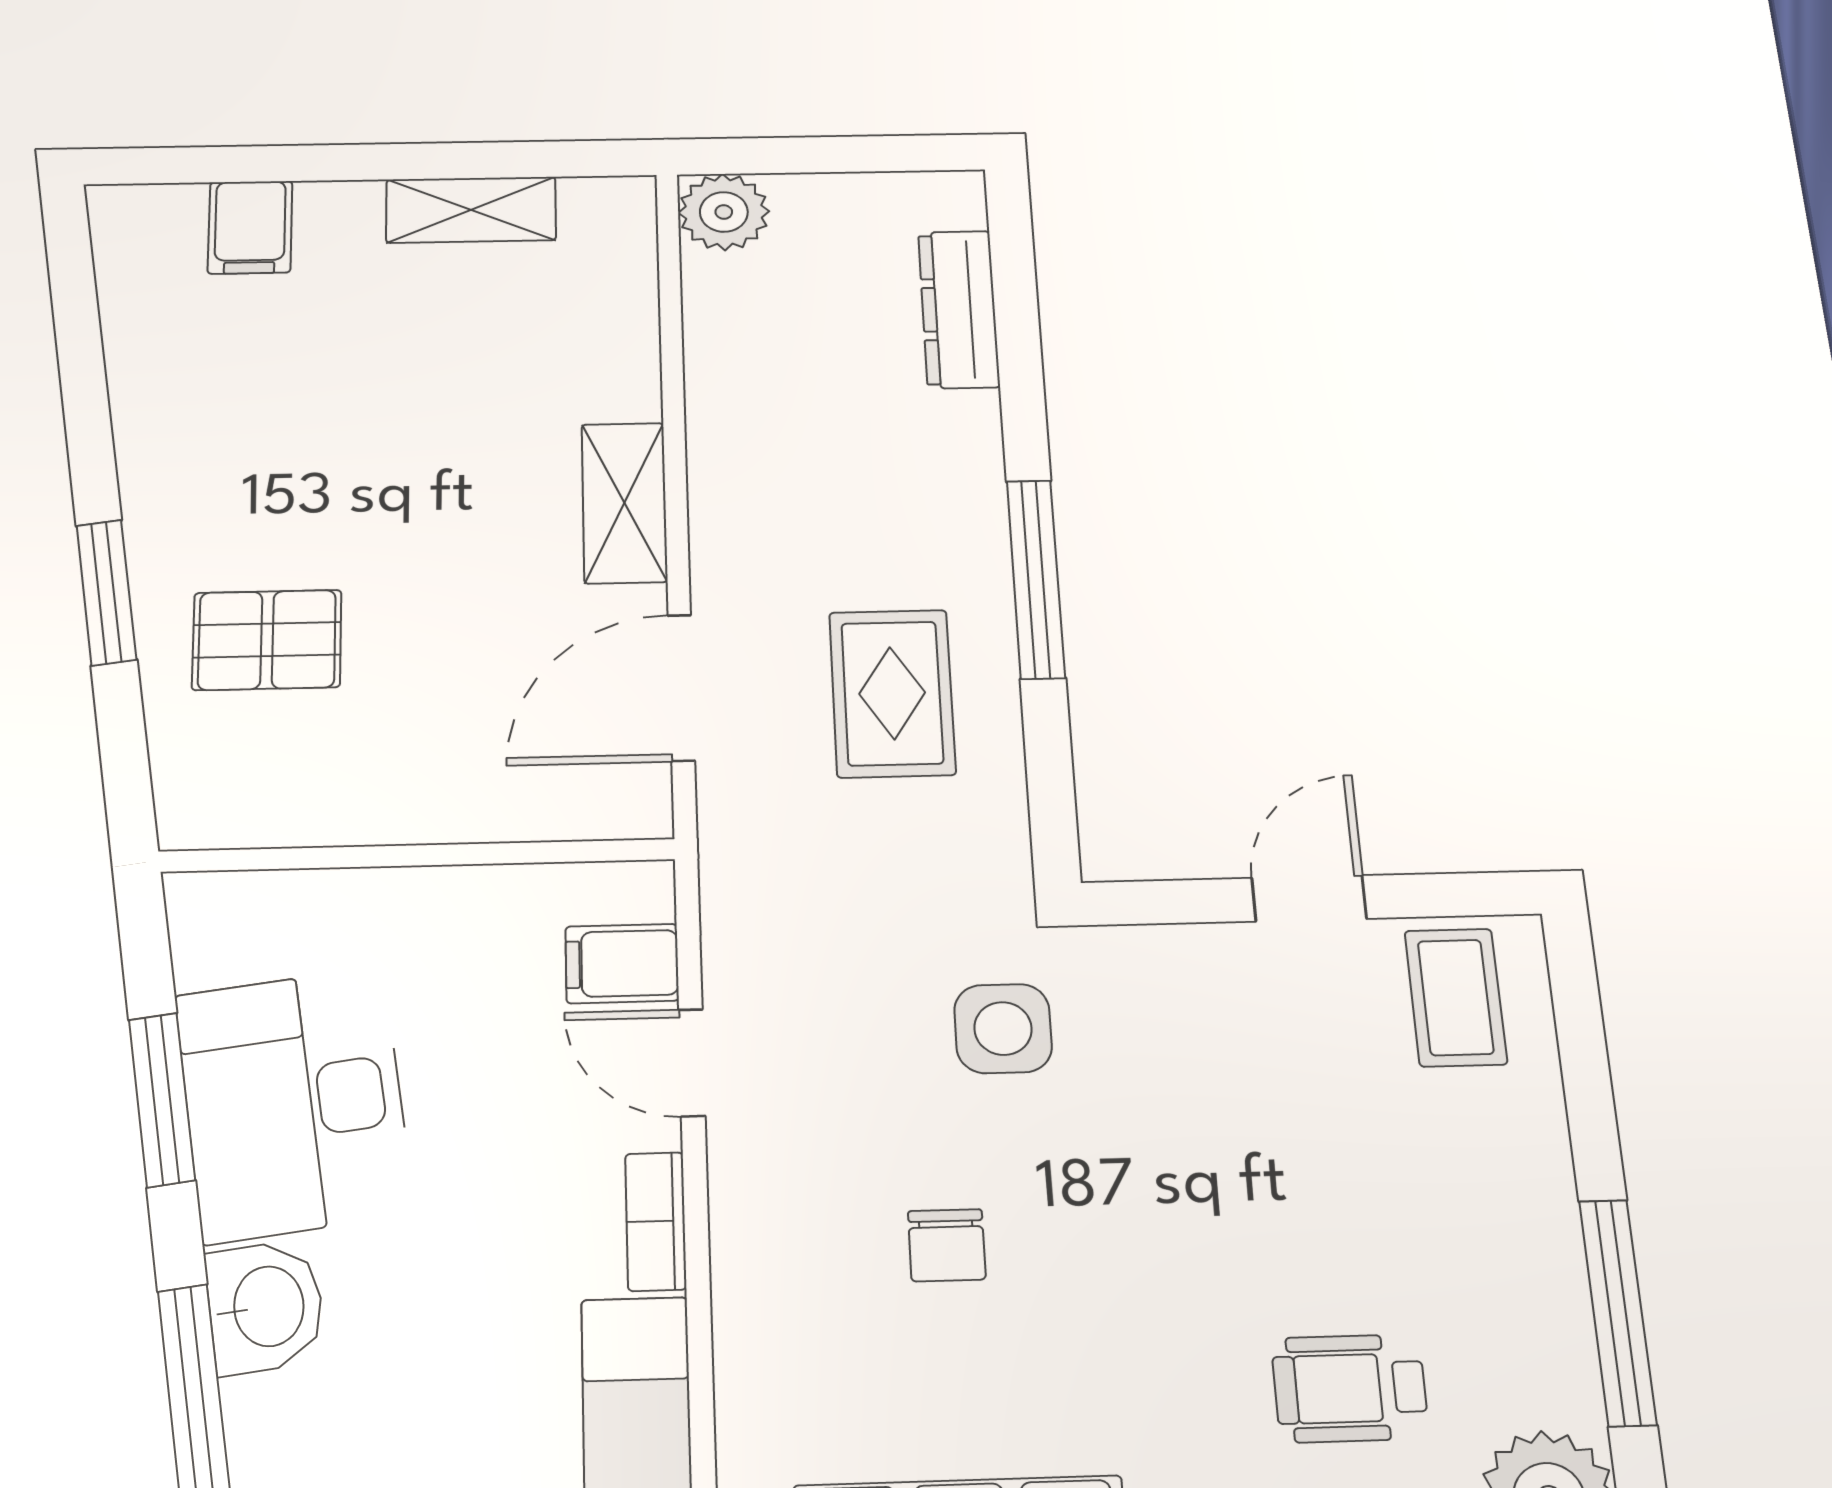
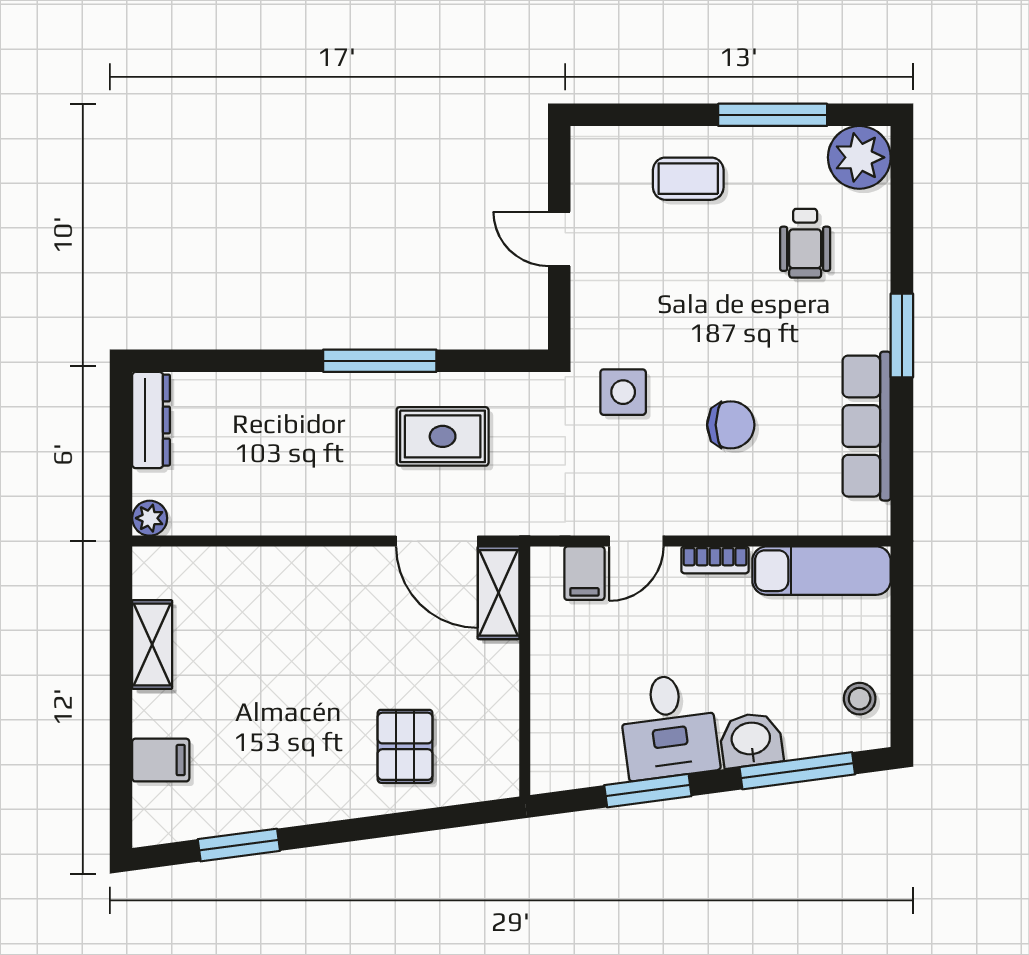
plant: (724, 212) -> (150, 518), width x0.73, depth x0.73
dresser: (959, 309) -> (151, 420), moved, turned -90
shelving: (624, 503) -> (499, 593), moved, turned 90
window: (106, 592) -> (239, 845), moved
coffee table: (1456, 997) -> (688, 179), moved
desk: (294, 1104) -> (669, 726), width x0.73
chair: (947, 1245) -> (731, 425), width x1.37, depth x1.37

